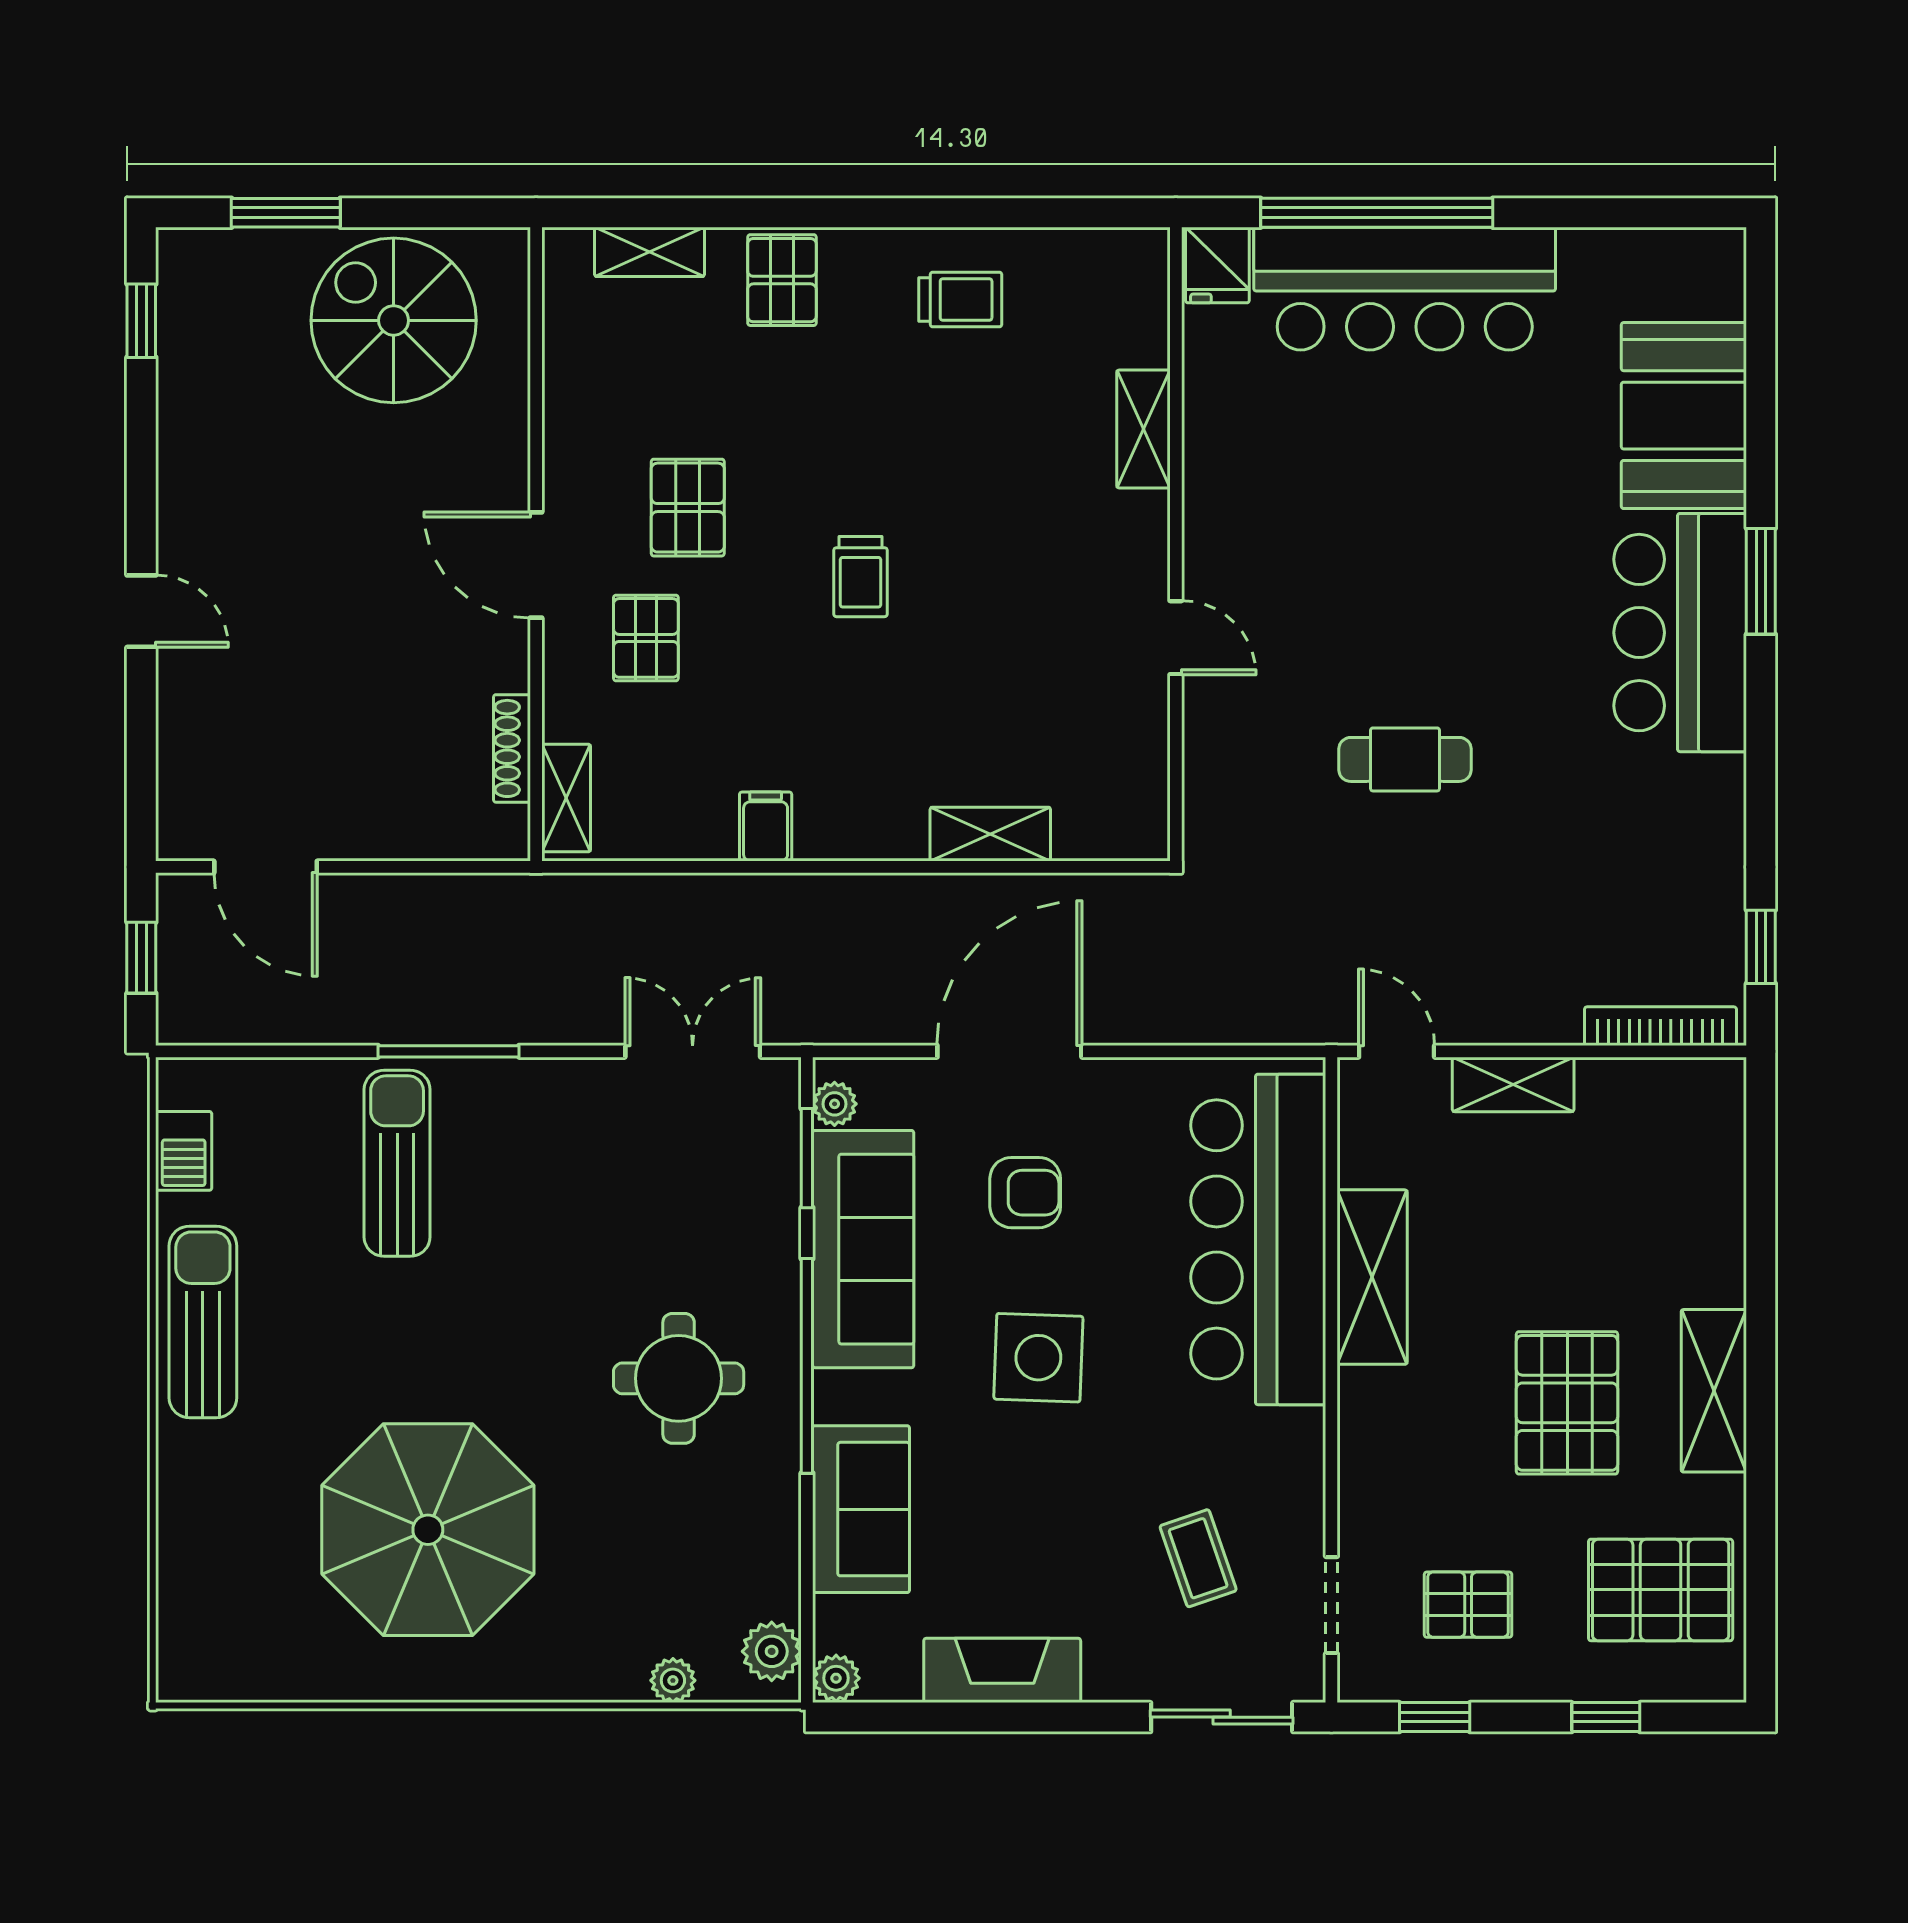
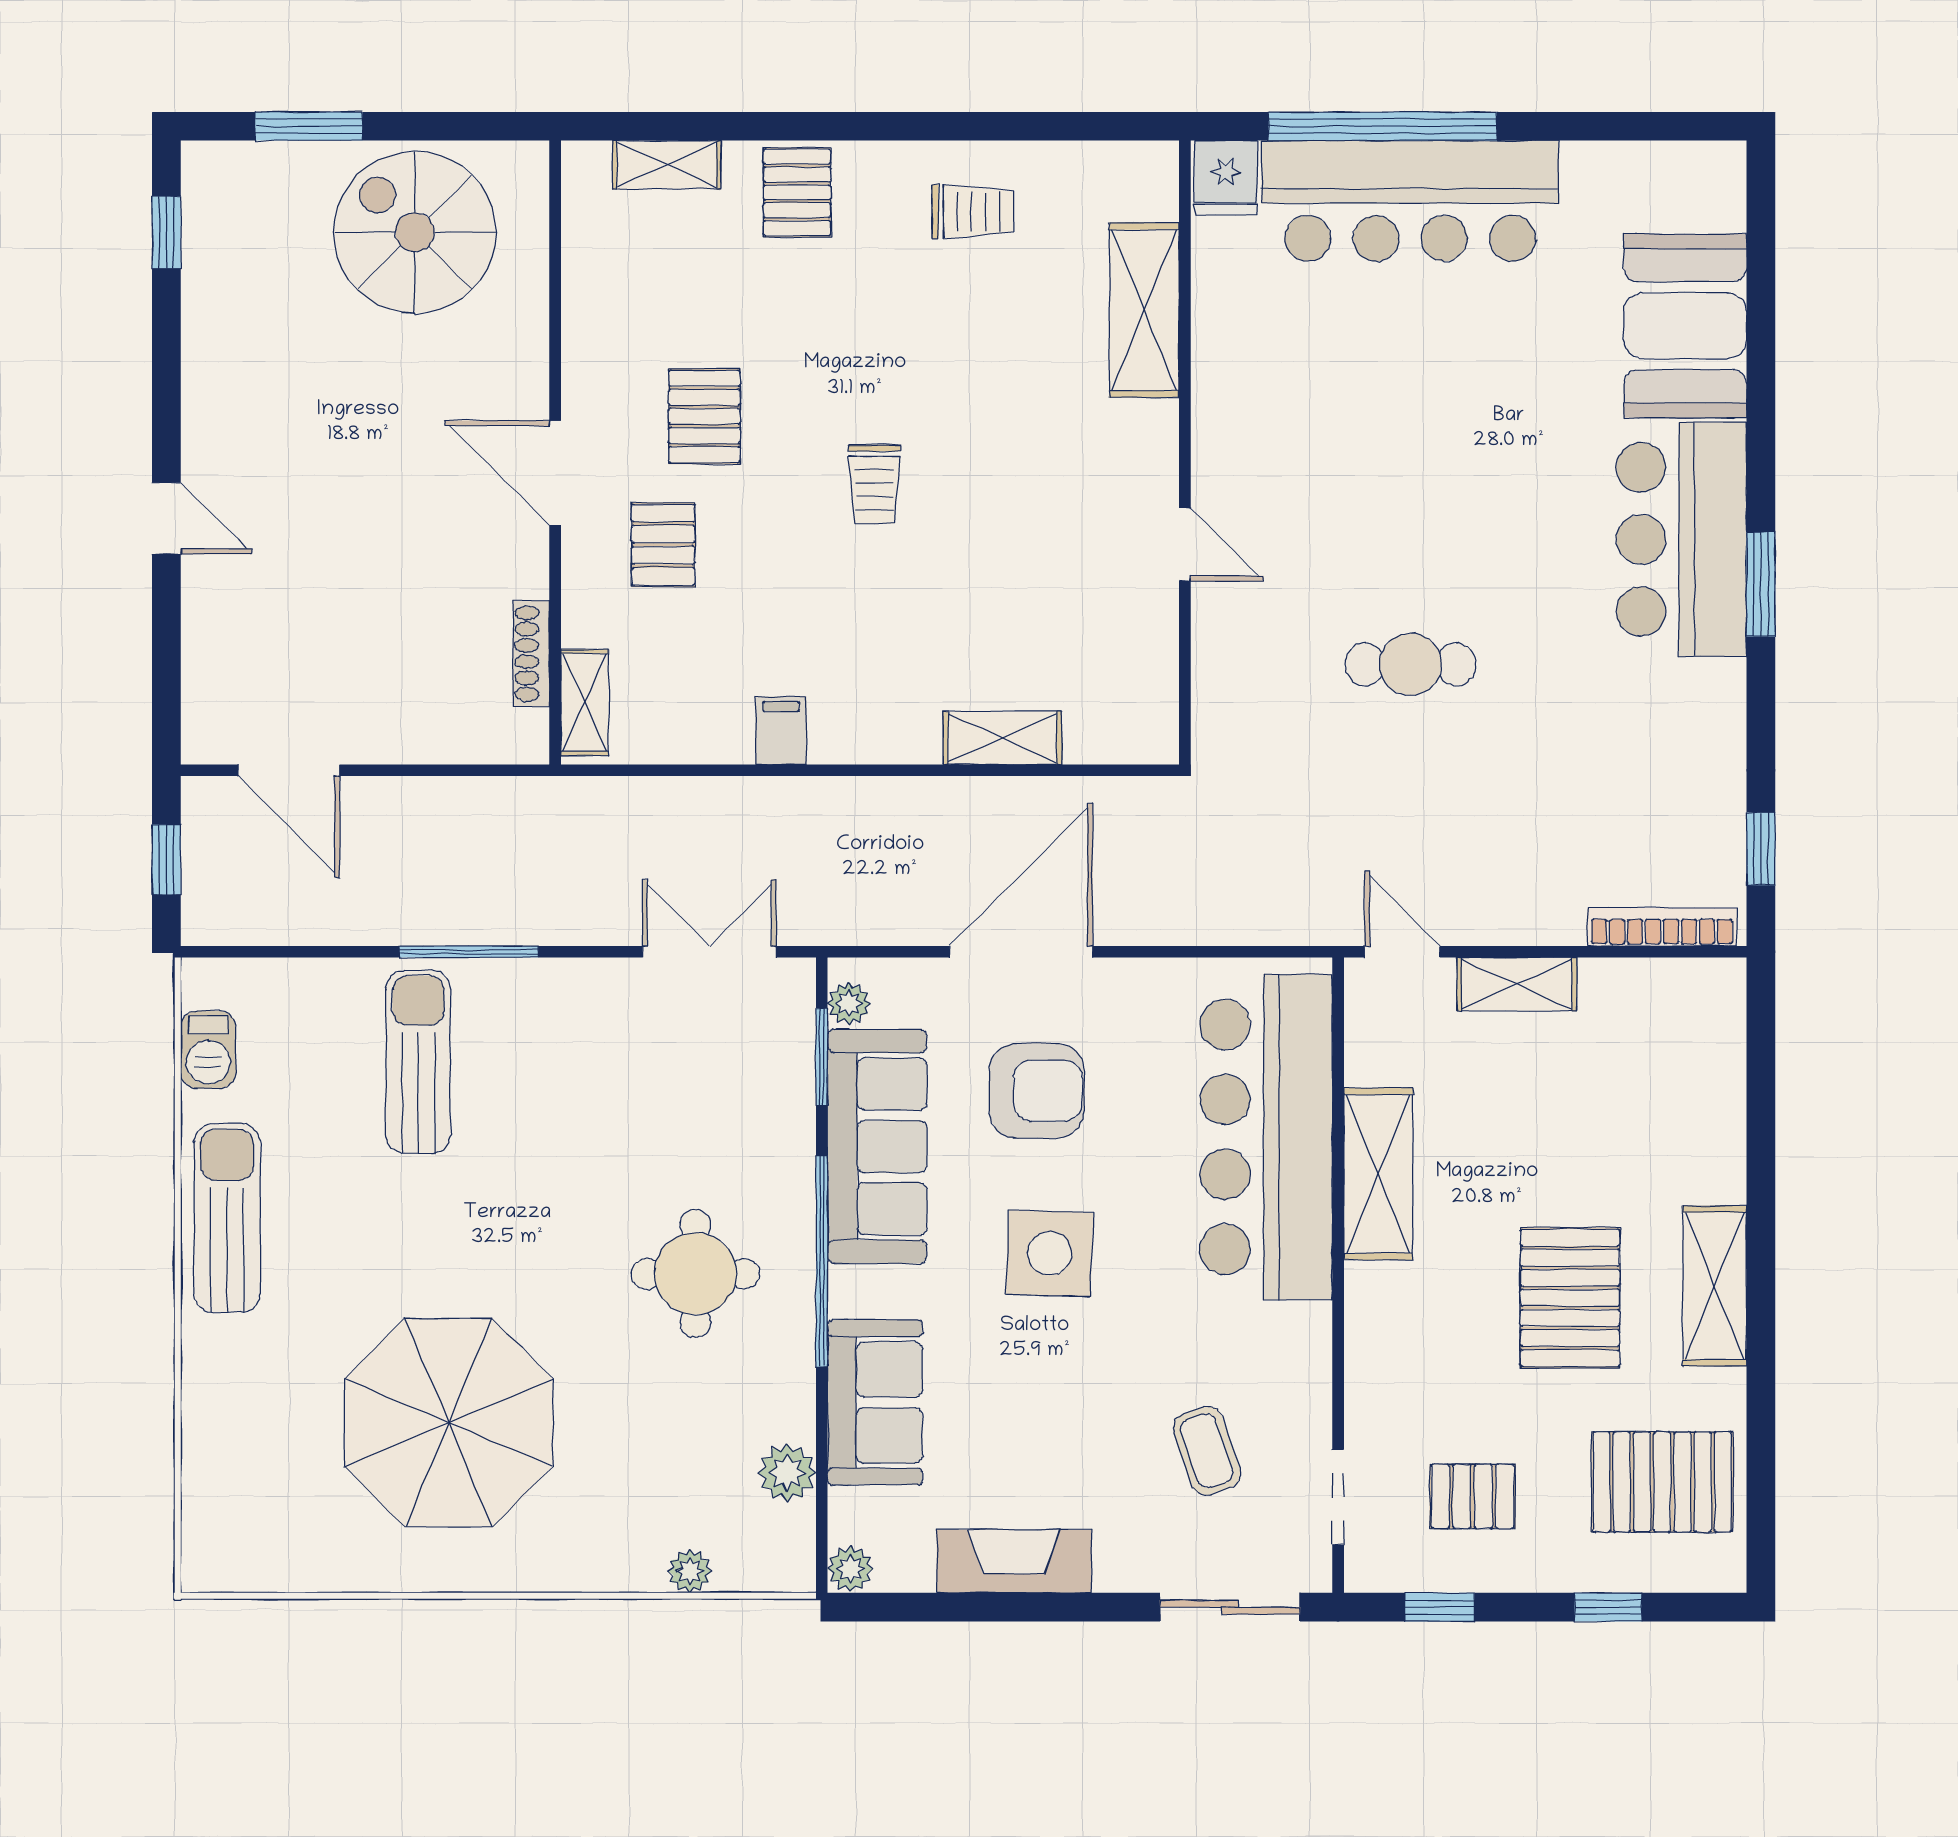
shelving: (1143, 429) -> (1144, 310), width x1.50, depth x1.33
window: (1761, 581) -> (1761, 584), moved
armchair: (1025, 1193) -> (1037, 1091), width x1.38, depth x1.38
plant: (772, 1651) -> (787, 1473), moved

